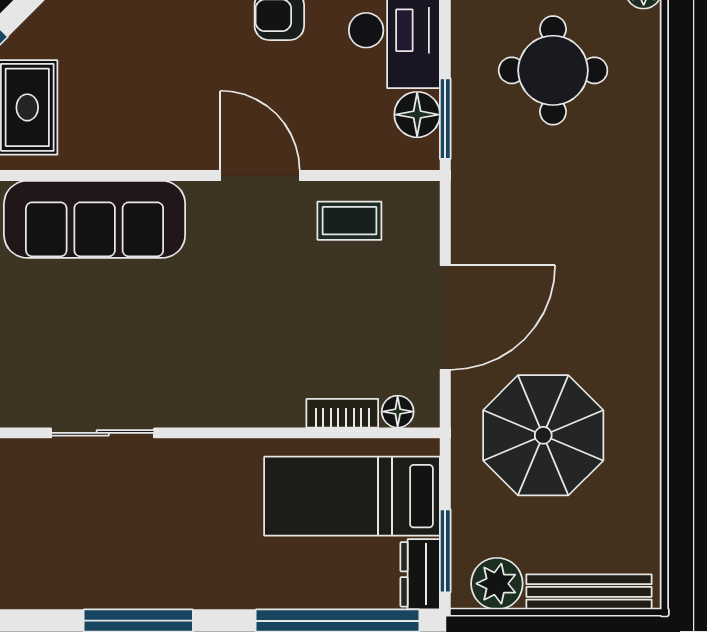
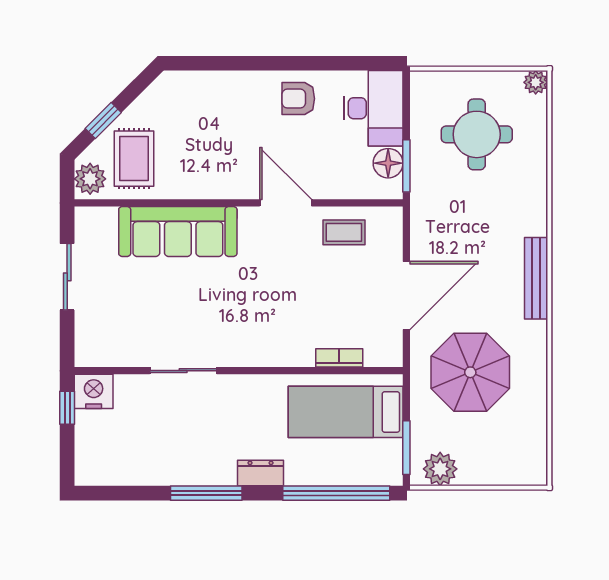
floor lamp: (398, 412) -> (375, 357), removed
dresser: (420, 574) -> (261, 473), moved, turned 90
bench: (589, 592) -> (536, 278), moved, turned 90

